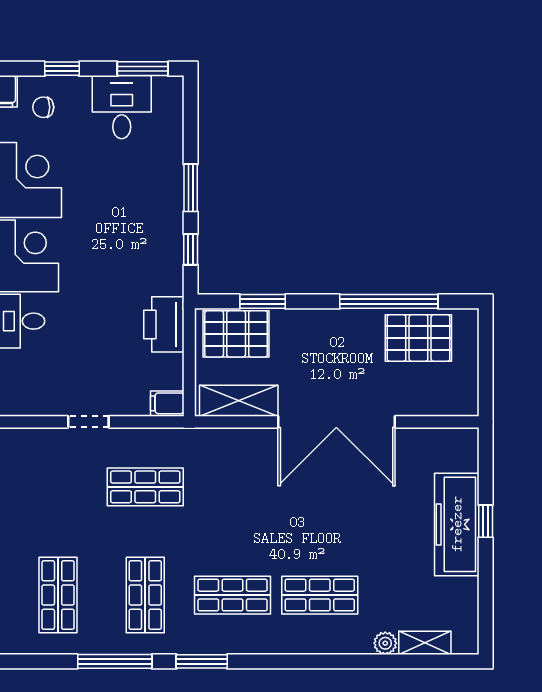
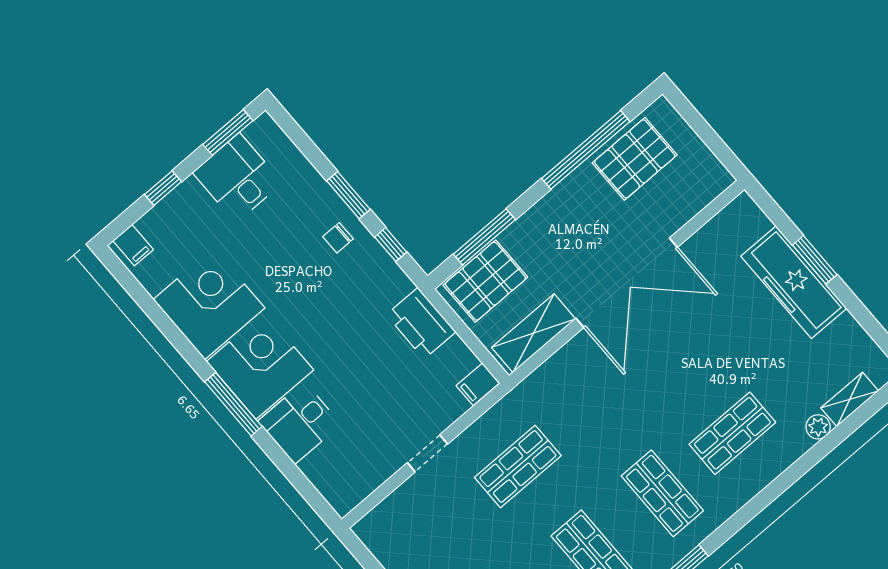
chair: (43, 107) -> (338, 238), moved
window: (263, 301) -> (484, 237), width x1.44
window: (486, 521) -> (815, 260), width x1.50
shop shelf: (233, 595) -> (662, 493), turned 90

